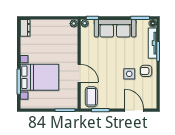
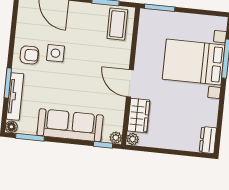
wardrobe: (71, 39) -> (139, 116), added
door: (79, 73) -> (130, 83), moved

